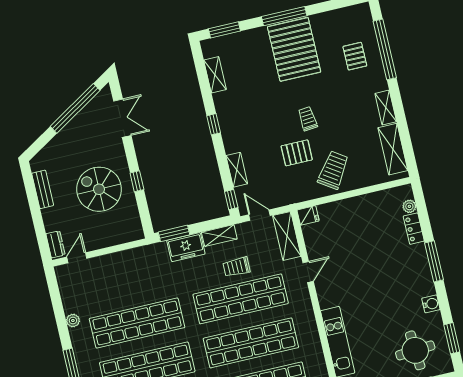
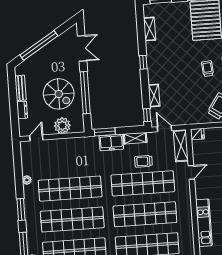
window: (75, 108) -> (39, 45), moved
pallet: (297, 153) -> (196, 91), removed
window: (137, 181) -> (85, 93), width x3.17
spiral stairs: (99, 189) -> (59, 94), turned 180
plant: (112, 234) -> (62, 126), added
dresser: (56, 244) -> (22, 110), moved

